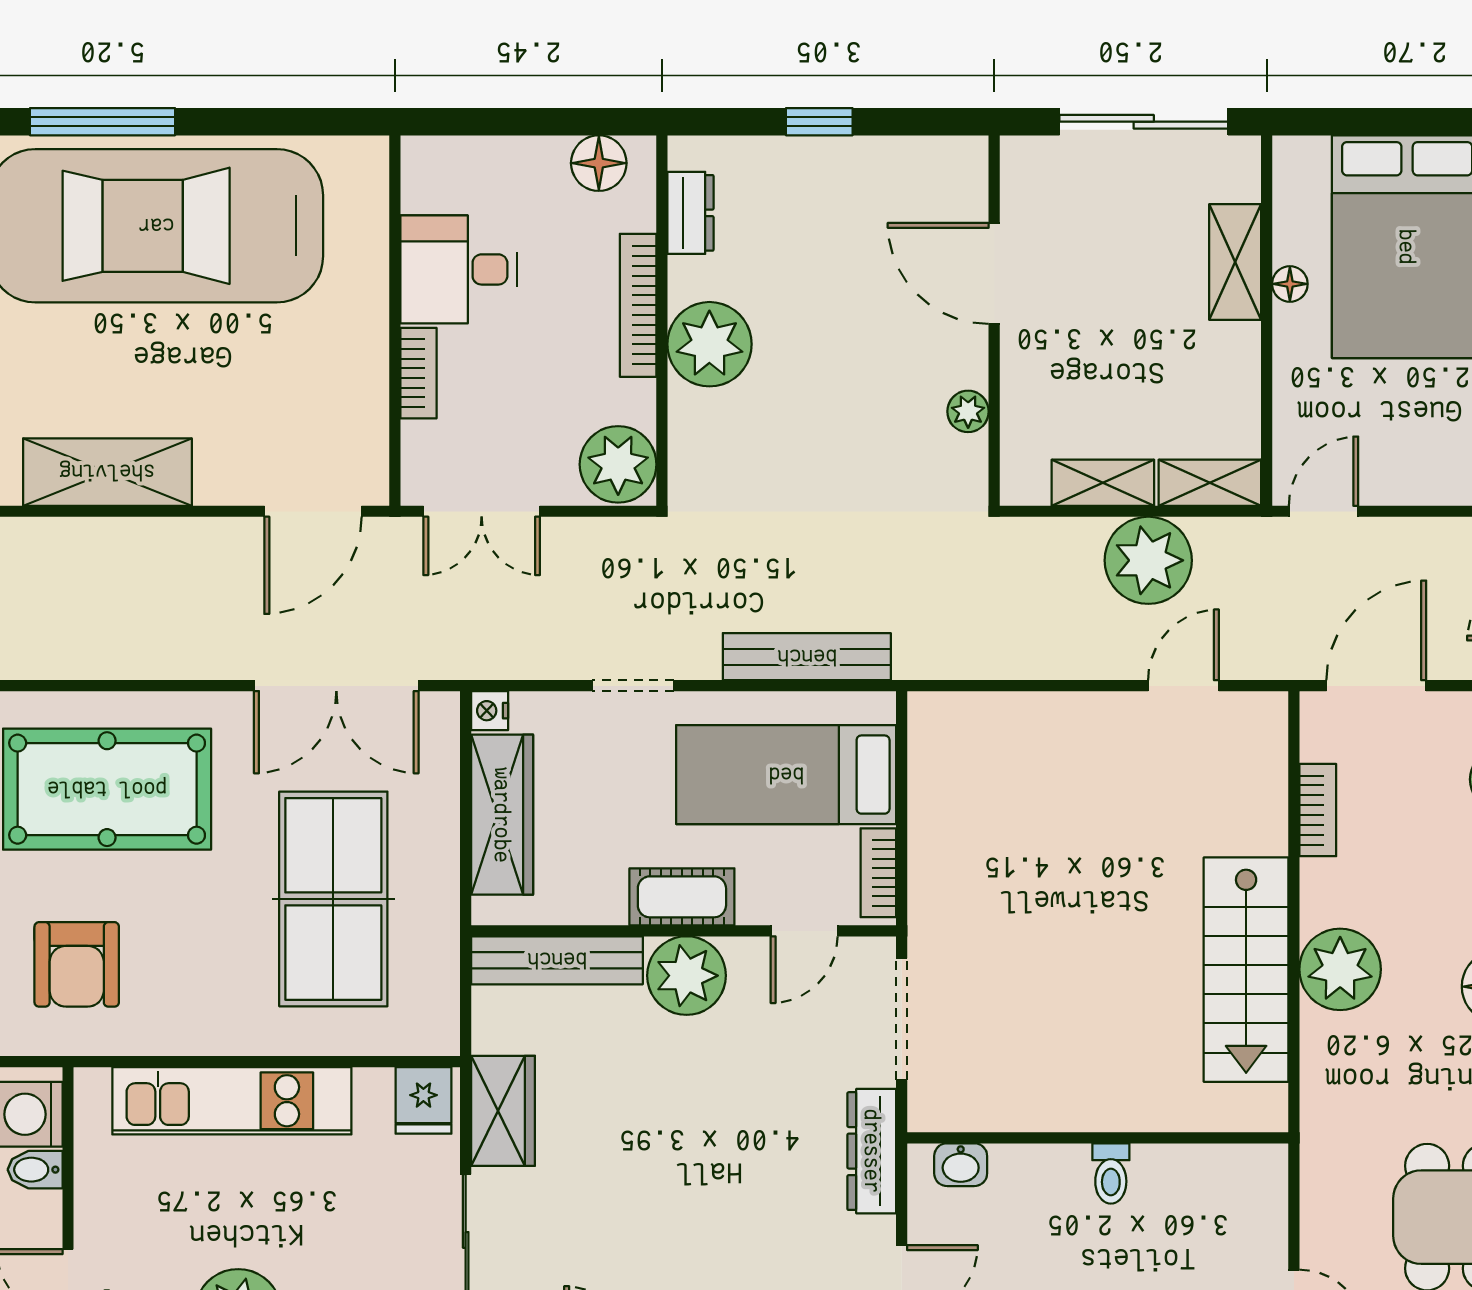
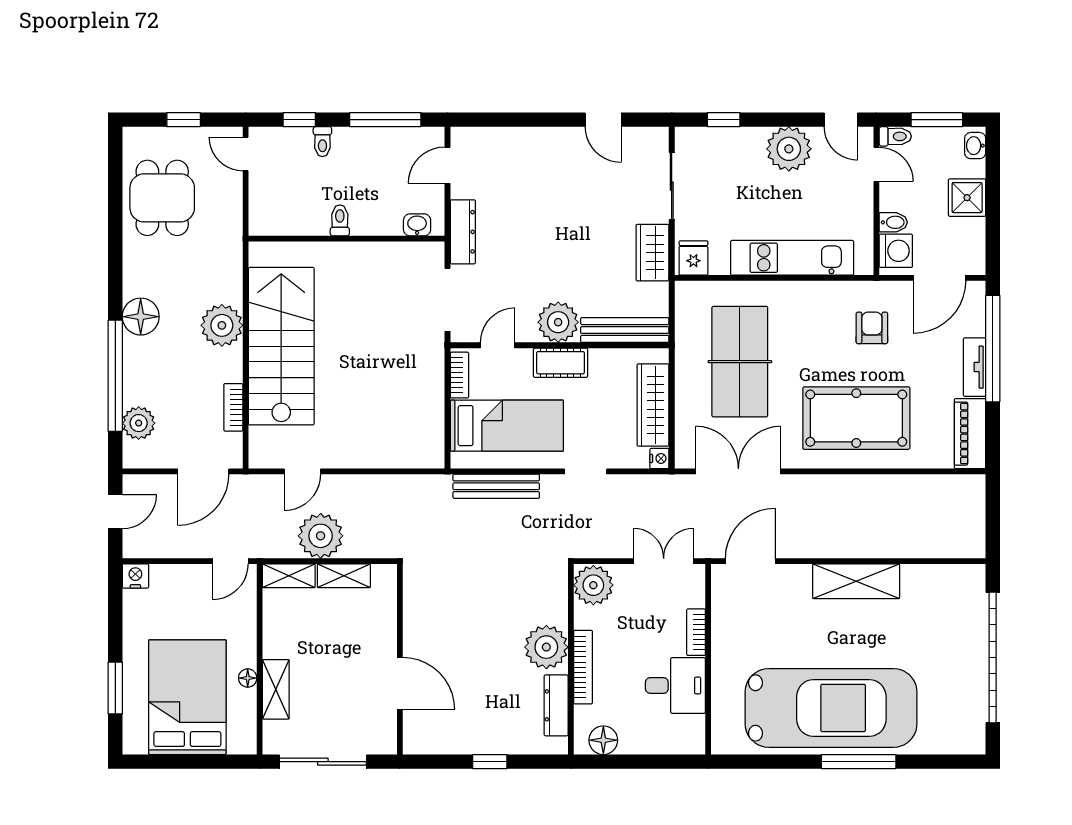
dresser: (690, 213) -> (556, 705), width x1.44
plant: (968, 411) -> (413, 612), removed
armchair: (77, 964) -> (872, 328), width x0.72, depth x0.72
stairs: (1246, 970) -> (281, 346), width x1.36, depth x1.51

